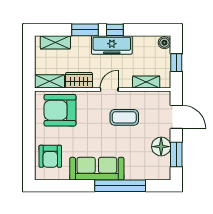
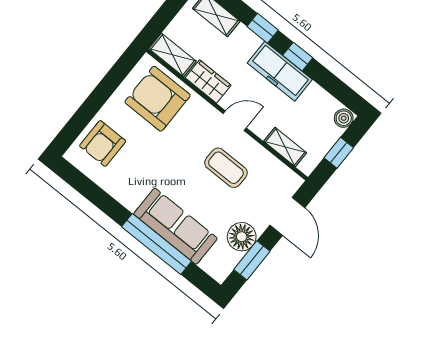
window: (85, 30) -> (263, 28), width x0.67
sofa: (97, 169) -> (175, 226), moved

